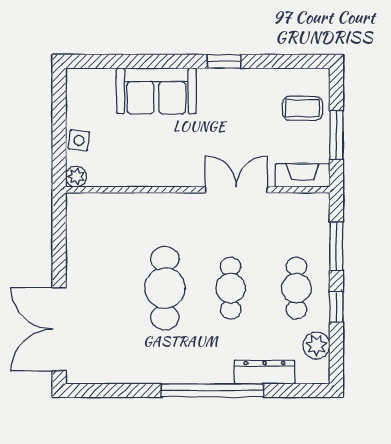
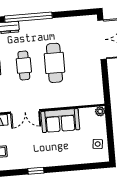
sofa: (156, 91) -> (60, 121), moved, turned 180
side table: (79, 140) -> (98, 144), moved

